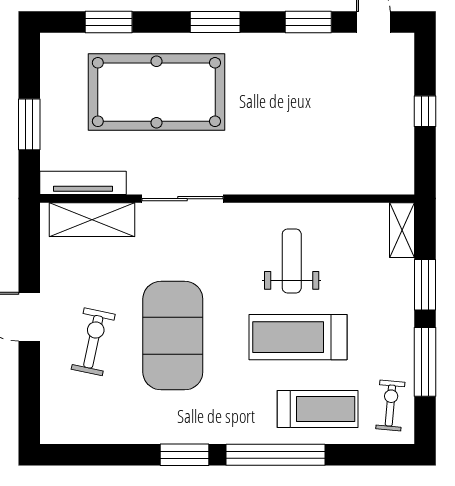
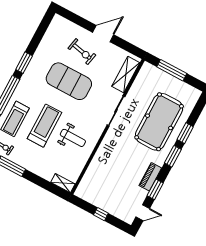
window: (109, 22) -> (185, 133), moved
piano: (286, 47) -> (150, 177), added
window: (29, 124) -> (172, 70), width x1.44
tv unit: (83, 183) -> (141, 78), removed
window: (425, 285) -> (39, 181), removed

